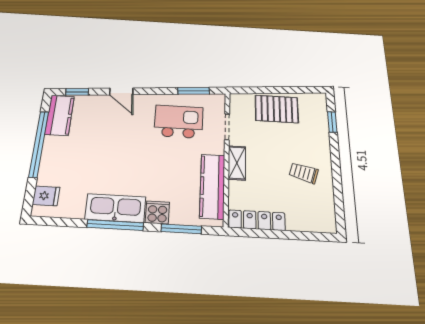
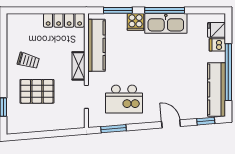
pallet: (277, 109) -> (37, 91), moved
kitchen counter: (60, 115) -> (216, 89), width x1.50
dishwasher: (48, 177) -> (217, 45), added

